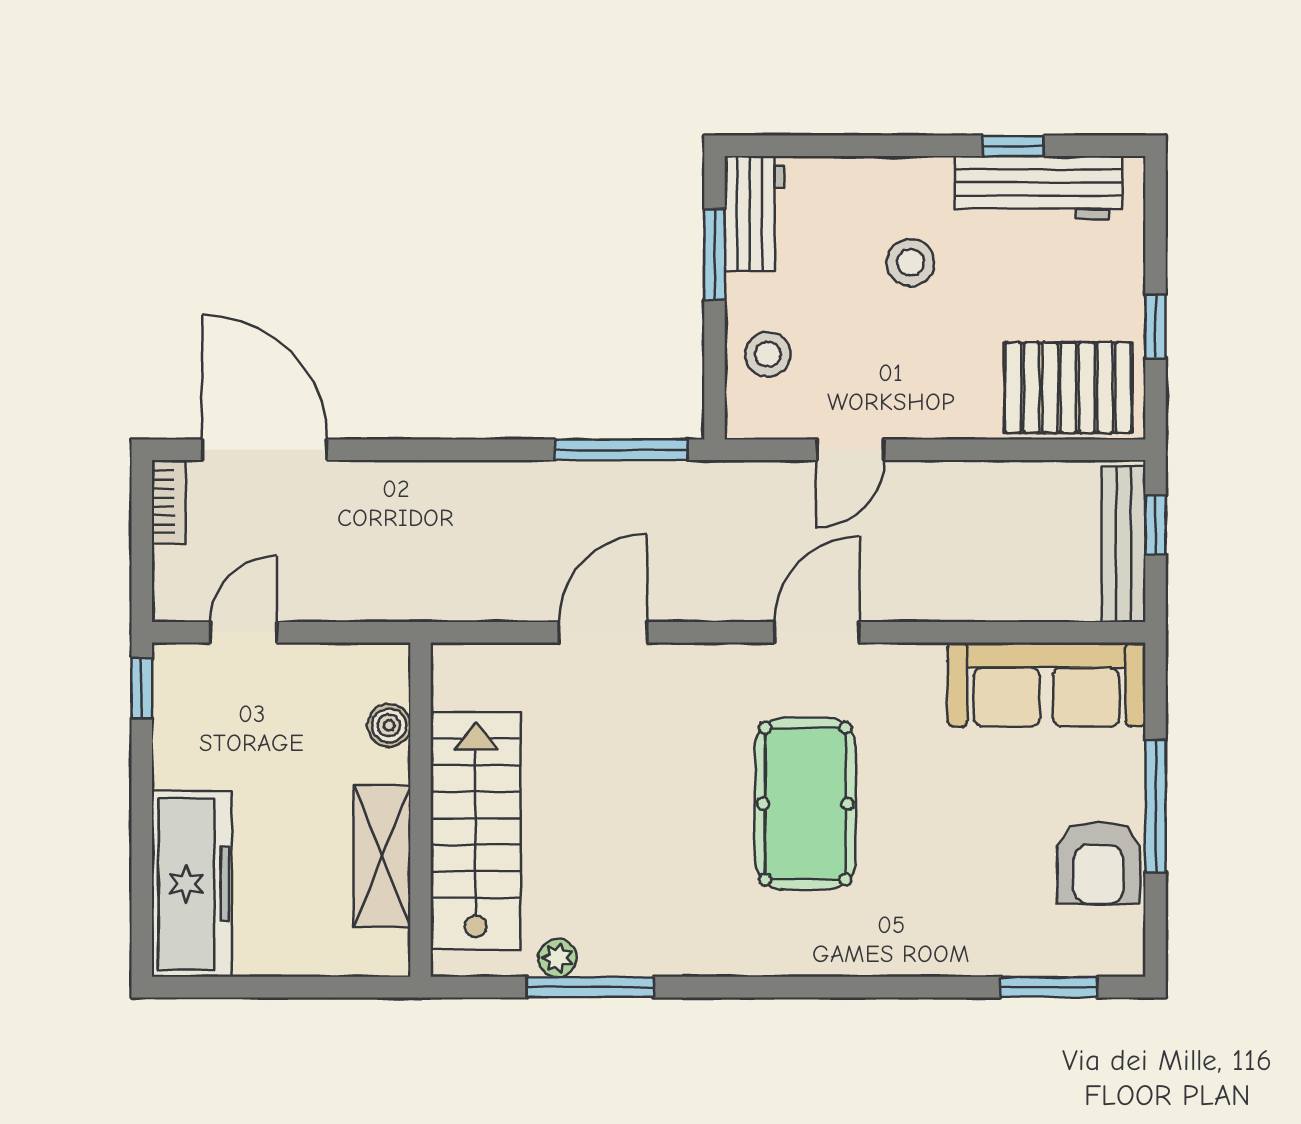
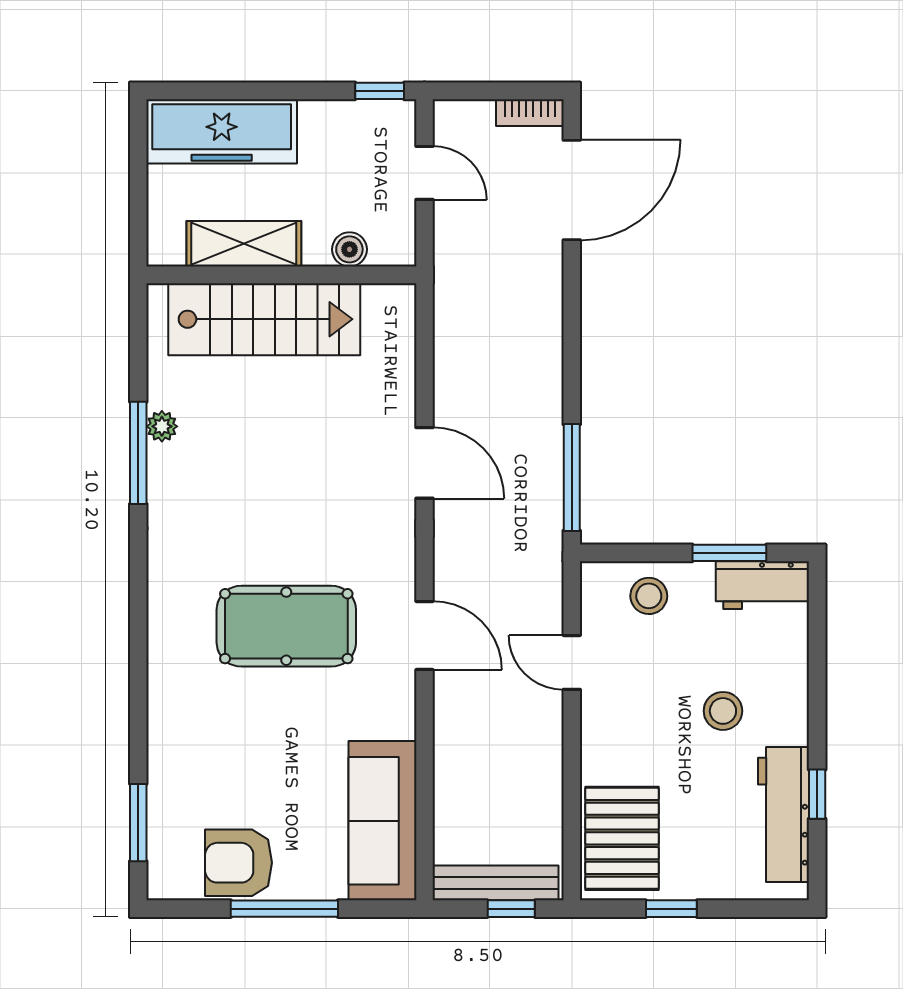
boiler: (389, 725) -> (349, 249), moved
wall: (421, 810) -> (281, 275), moved
stairs: (476, 831) -> (264, 319), moved
shelving: (382, 856) -> (244, 244), moved

